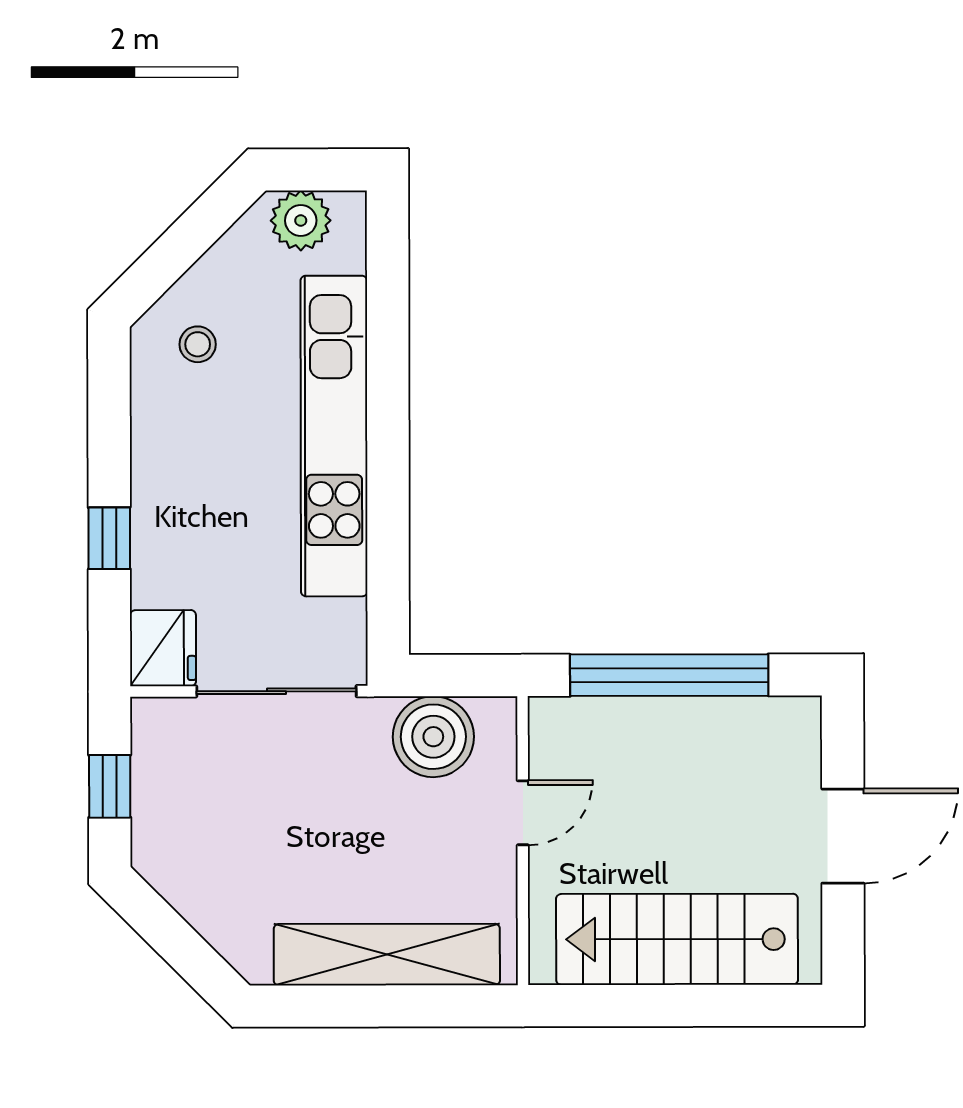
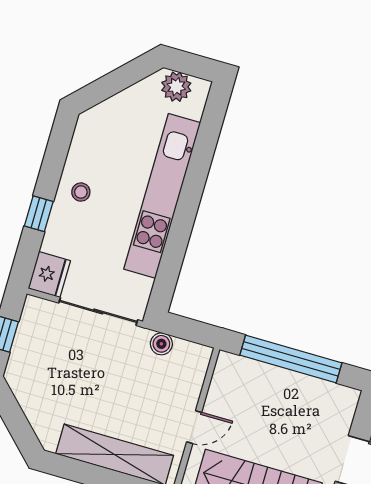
stool: (198, 344) -> (81, 192), moved
boiler: (433, 737) -> (161, 344), width x0.54, depth x0.54
door: (523, 813) -> (194, 427), moved

